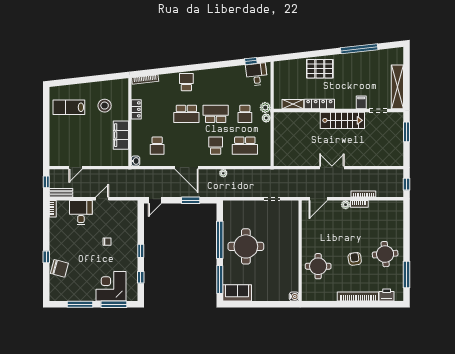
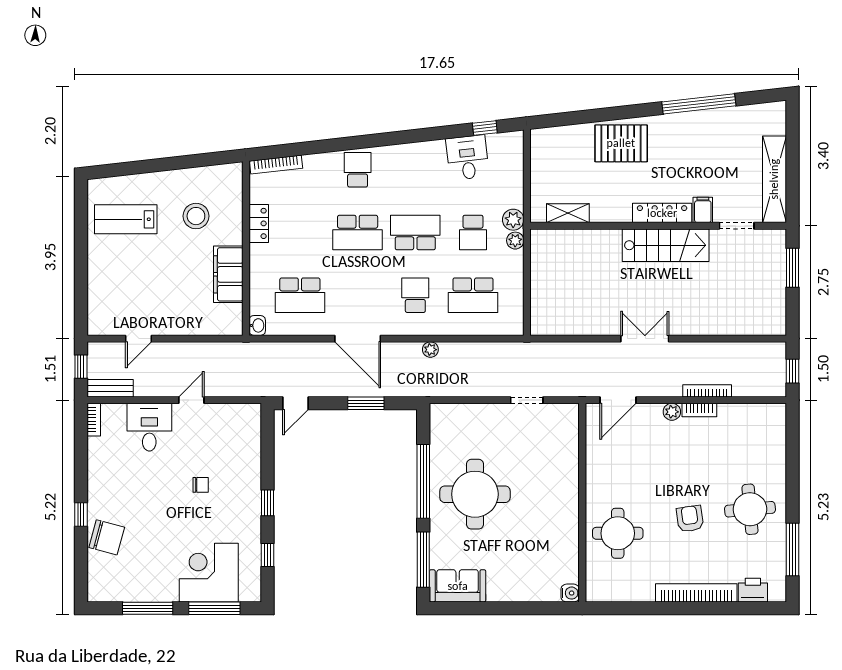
desk: (256, 74) -> (467, 158), moved
locker: (319, 104) -> (662, 213), moved
school desk: (157, 146) -> (300, 295), width x1.85

